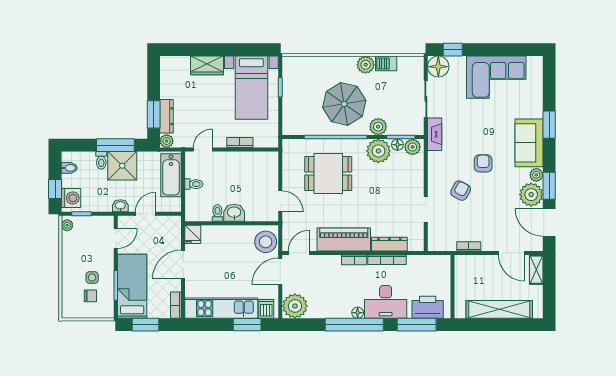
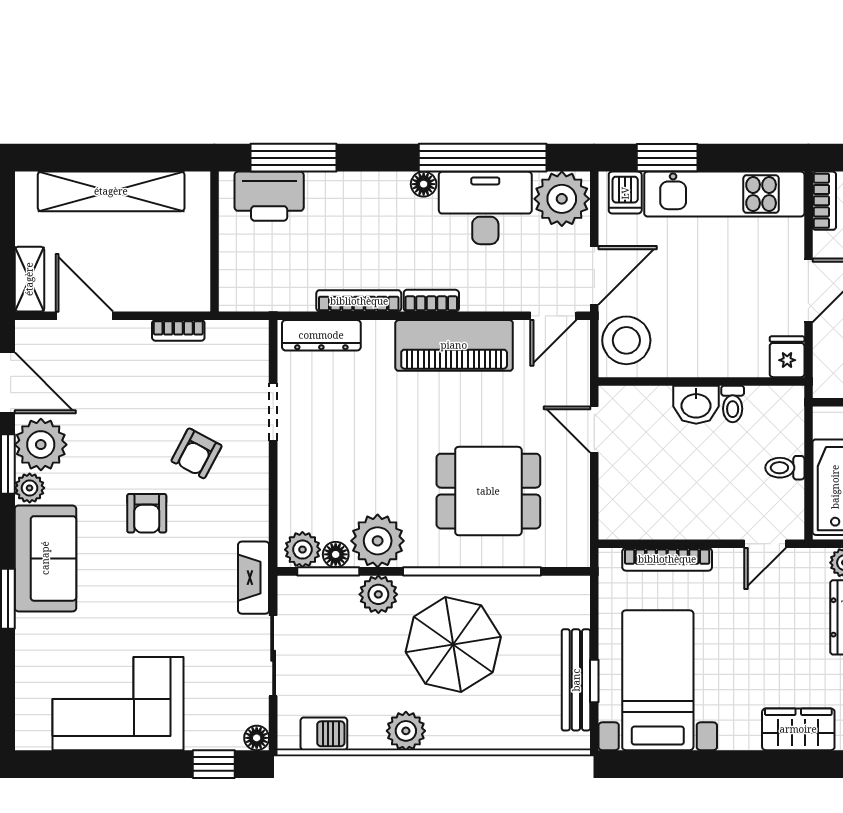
barbecue: (386, 63) -> (324, 734), moved
wardrobe: (207, 65) -> (798, 729), moved
floor lamp: (438, 67) -> (257, 738), width x0.53, depth x0.53
bench: (289, 88) -> (576, 680), added
bookcase: (240, 143) -> (667, 559), width x1.56
dresser: (389, 244) -> (321, 335), moved
desk: (386, 302) -> (485, 208), moved
window: (354, 325) -> (483, 158), moved

